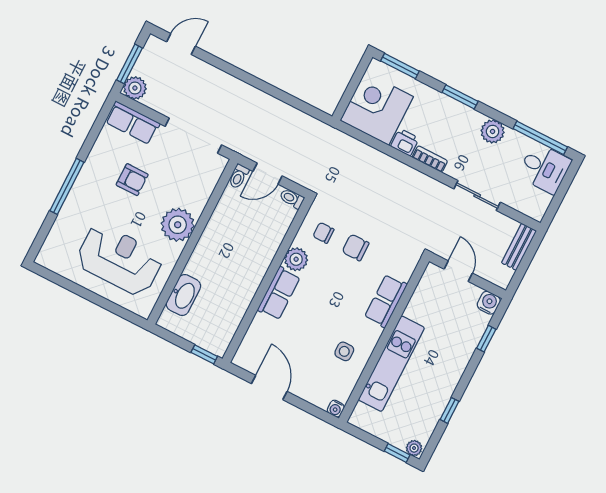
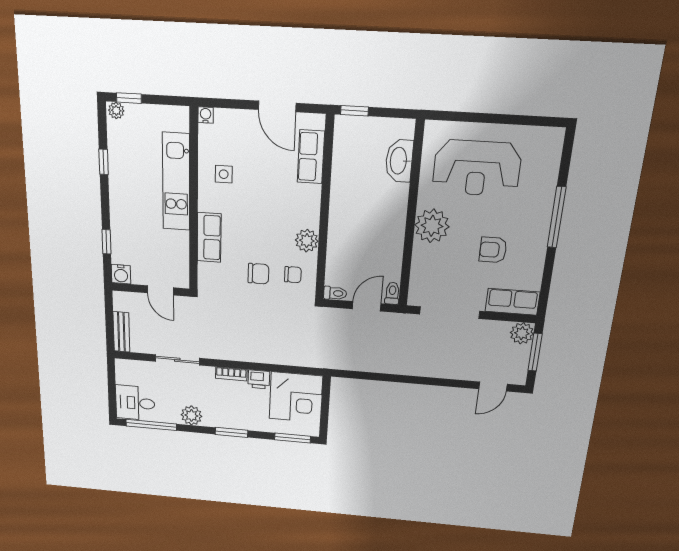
row of seats: (279, 293) -> (311, 157), moved

